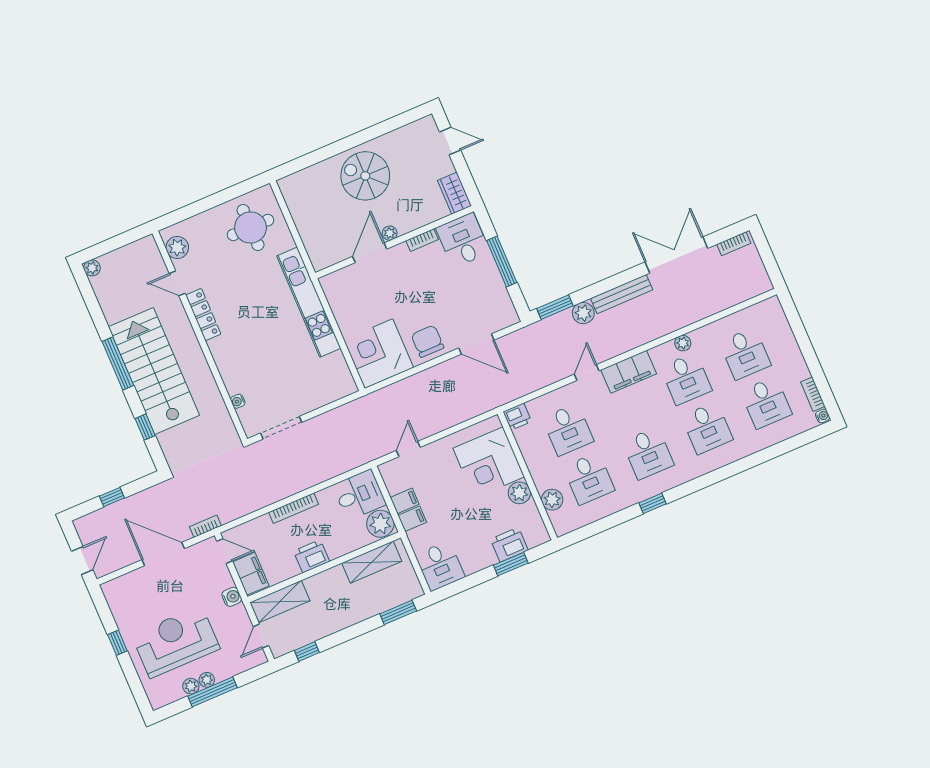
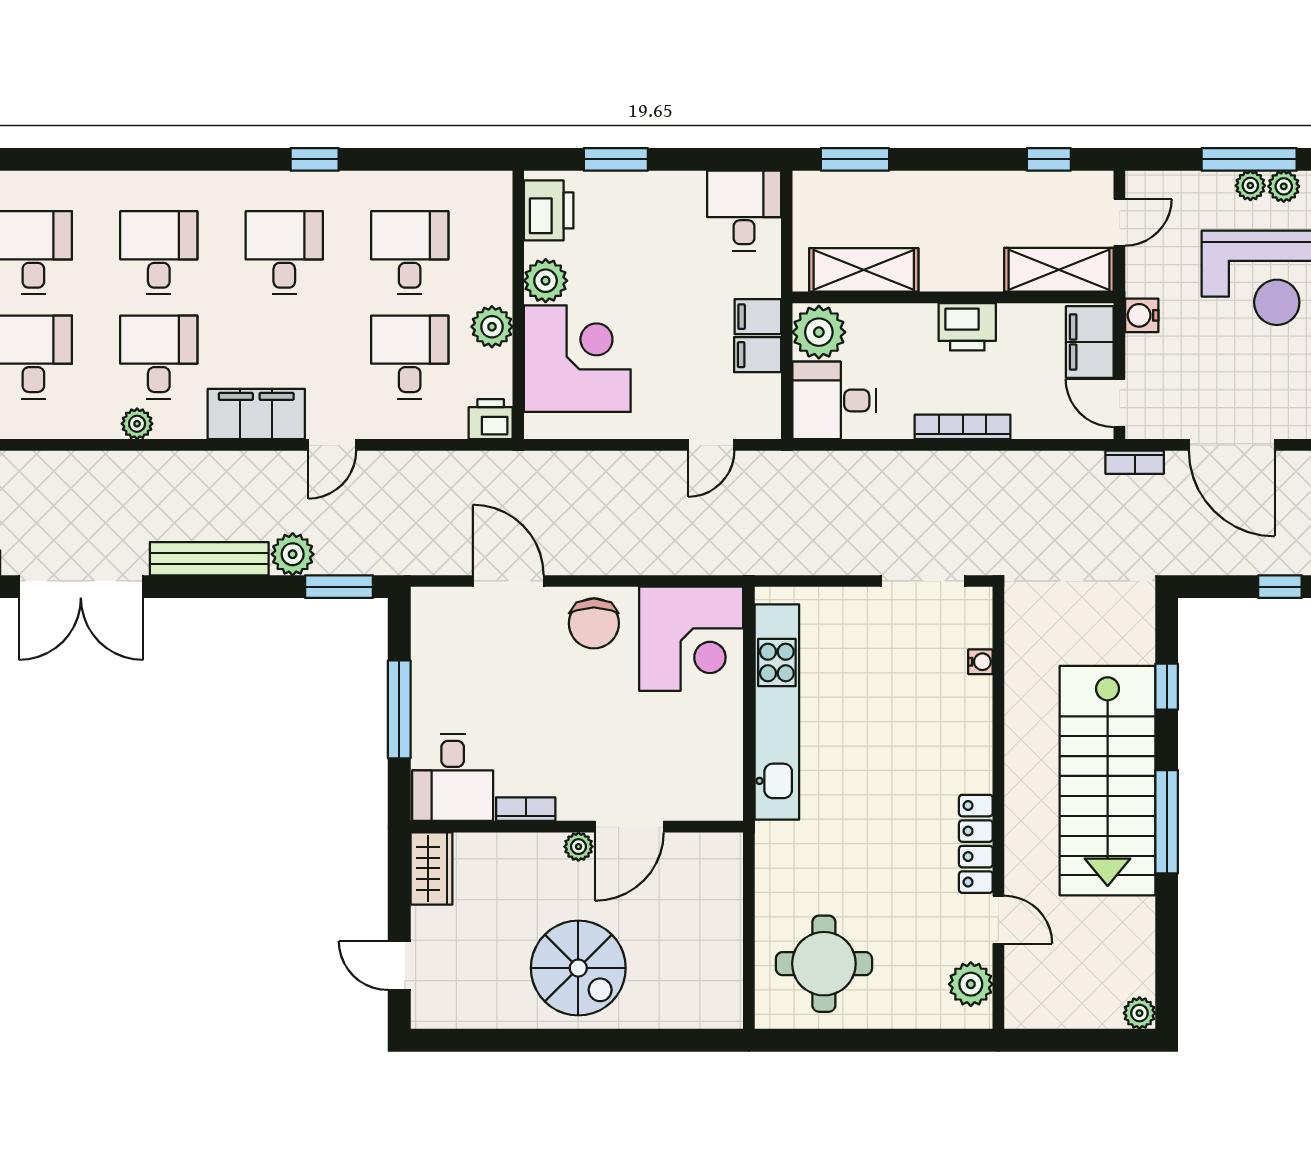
kitchen unit: (309, 302) -> (777, 712), moved
plant: (552, 500) -> (492, 327), moved
printer: (509, 545) -> (549, 210), moved, turned -90

